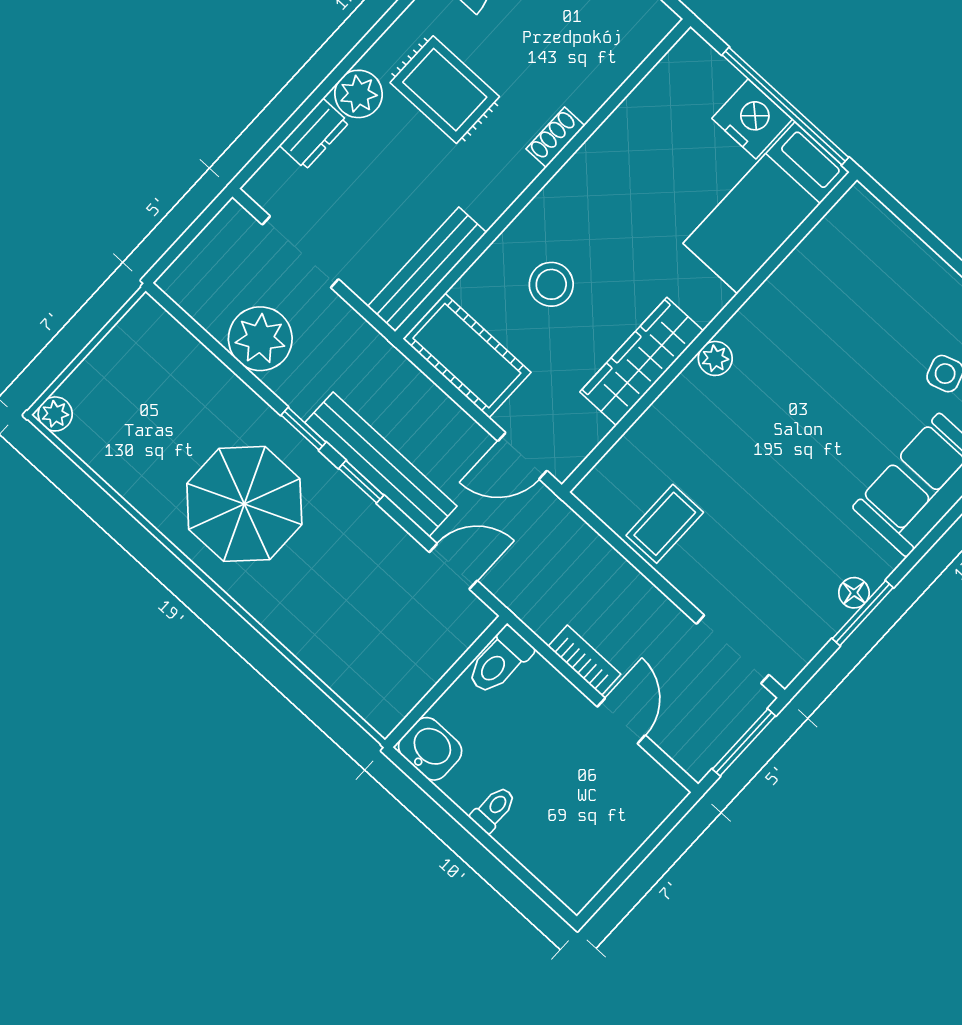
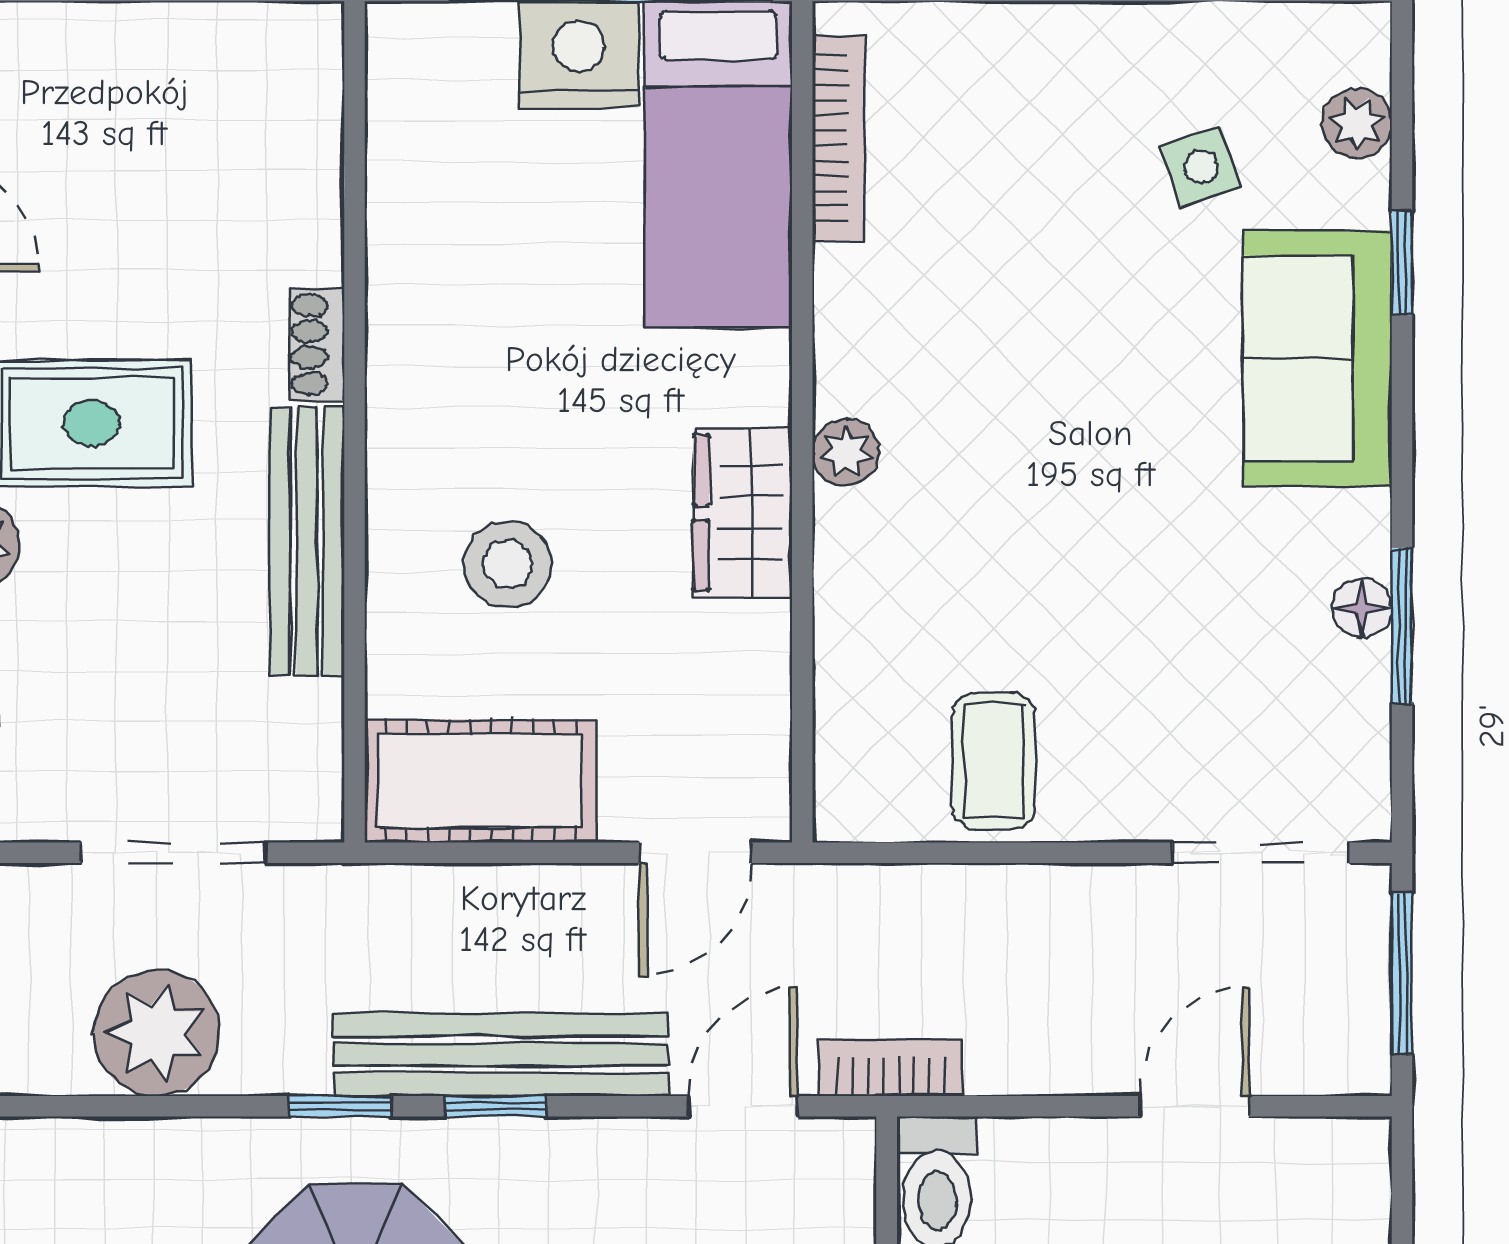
bookcase: (820, 239) -> (838, 138), added
doorway: (300, 252) -> (173, 853), moved
bench: (427, 269) -> (307, 541), moved
wardrobe: (642, 361) -> (743, 513), width x0.67
bookcase: (584, 660) -> (891, 1067), moved
door: (621, 721) -> (1195, 1106), hinge flipped

